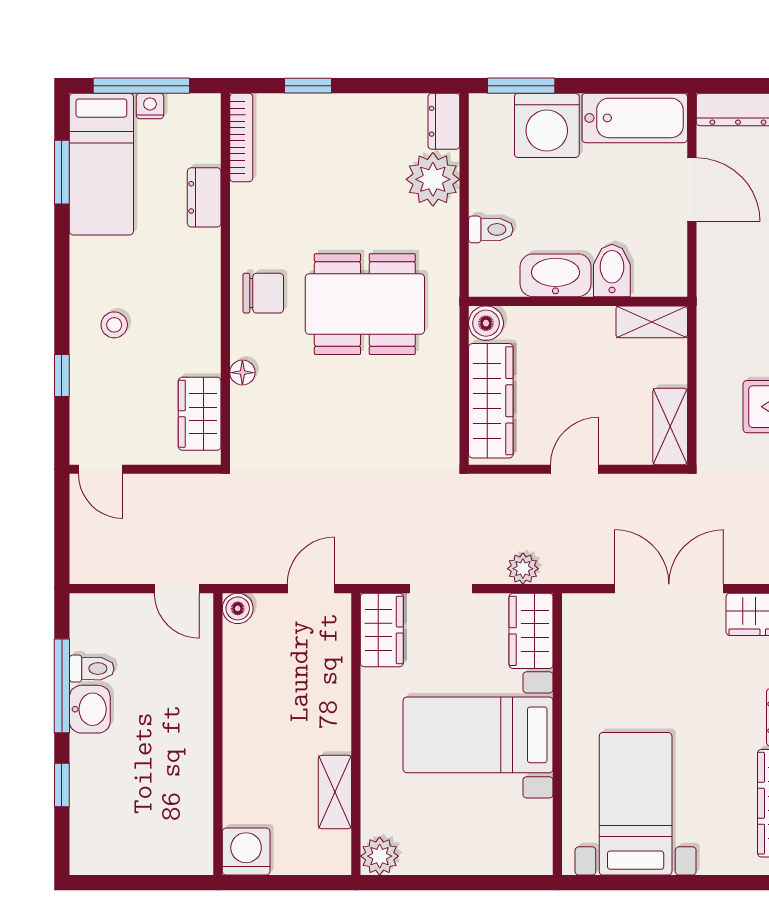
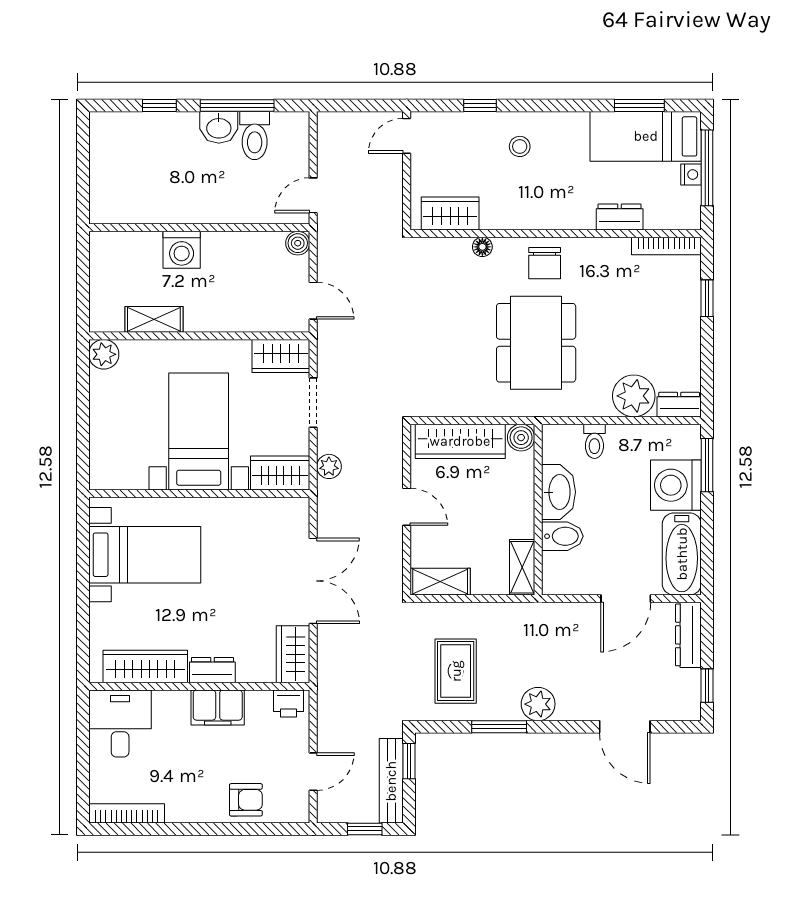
toilet: (92, 669) -> (255, 136), width x1.37, depth x1.39
washing machine: (246, 852) -> (182, 250), moved, turned 90

